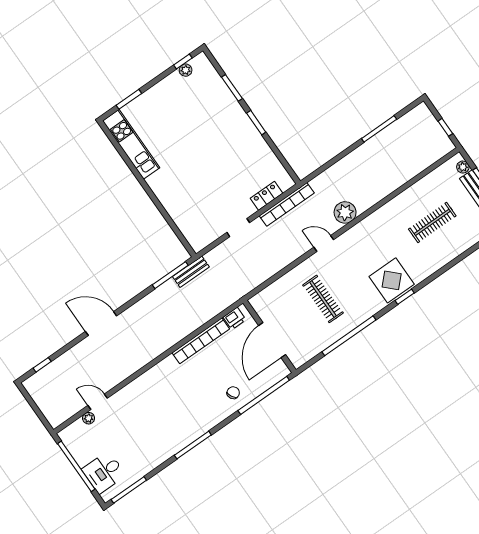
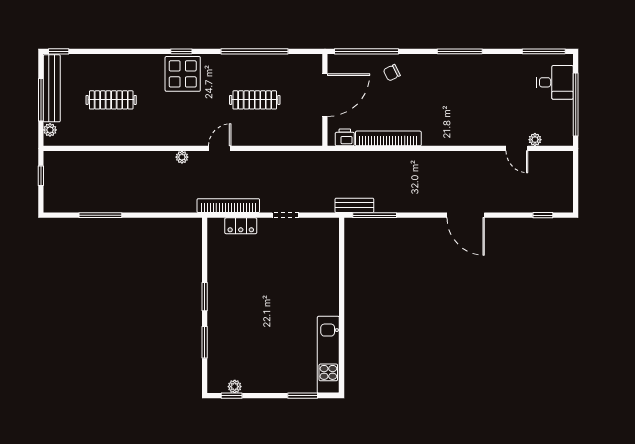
plant: (345, 212) -> (182, 157), width x0.53, depth x0.53
door: (324, 243) -> (220, 148), swing flipped
clothes rail: (323, 299) -> (255, 100), turned 90

